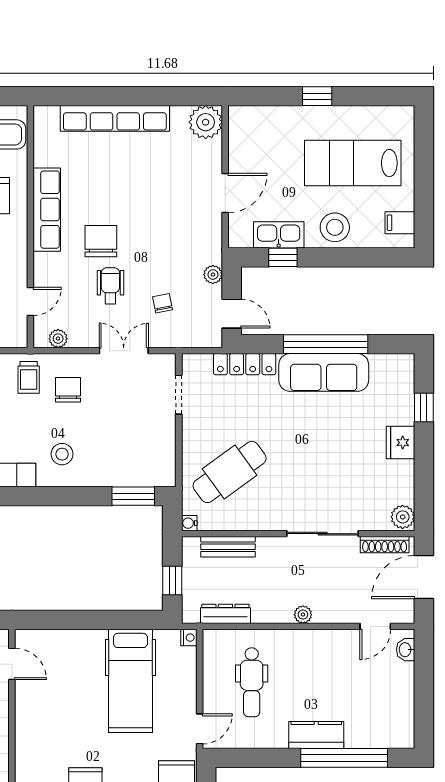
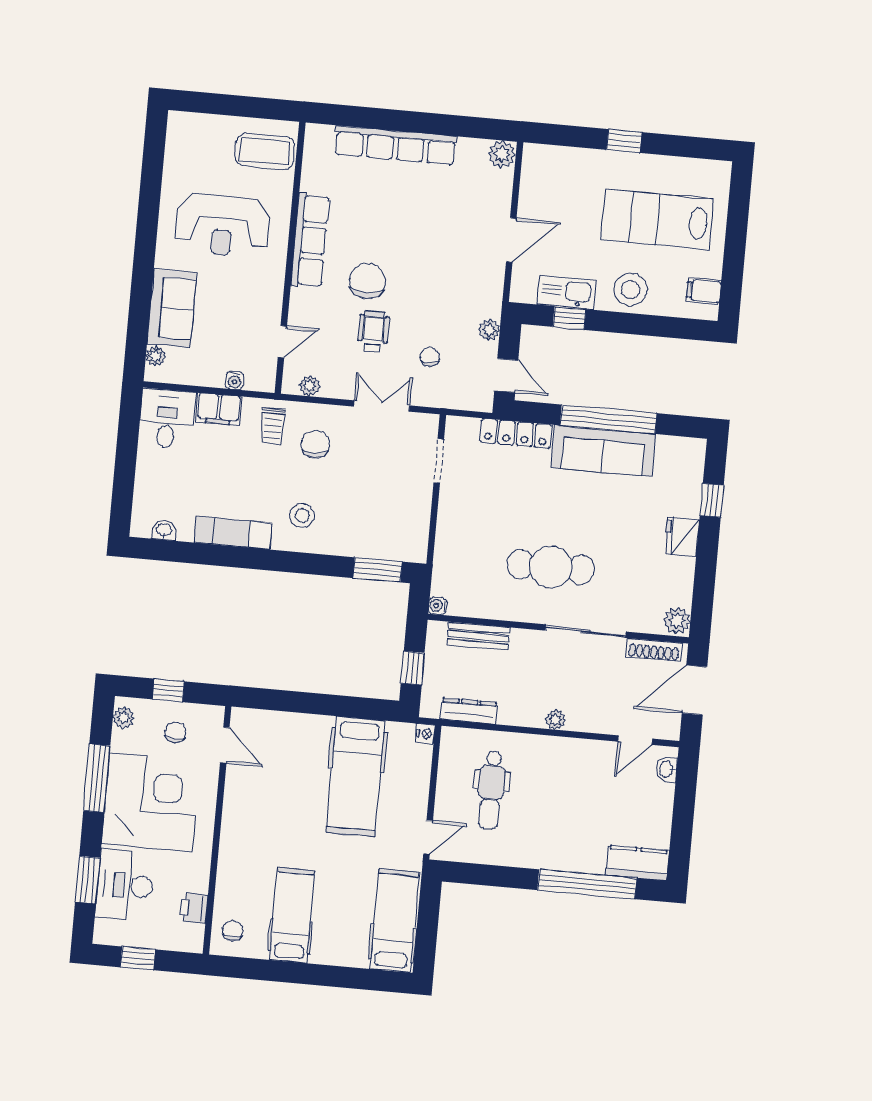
plant: (206, 122) -> (502, 154), width x0.73, depth x0.73
cafe table: (230, 472) -> (551, 567), moved, turned 36
kitchen counter: (316, 735) -> (638, 863), moved

